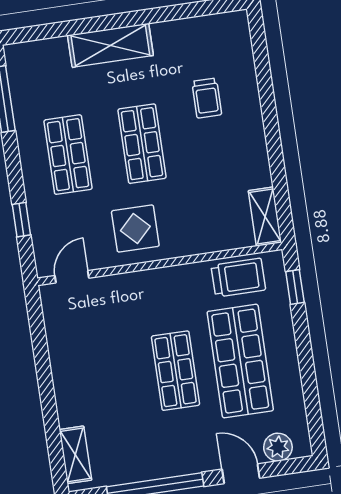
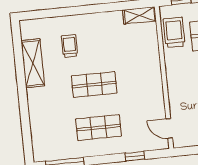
shelving: (110, 45) -> (33, 63), moved
trolley: (207, 98) -> (69, 46), turned -90
display table: (135, 228) -> (143, 91), removed

